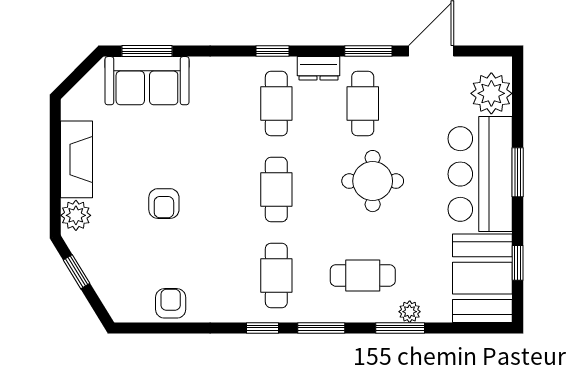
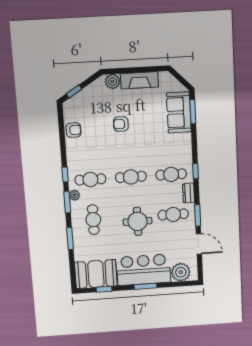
window: (77, 272) -> (74, 91), moved
plant: (410, 312) -> (74, 195), moved

